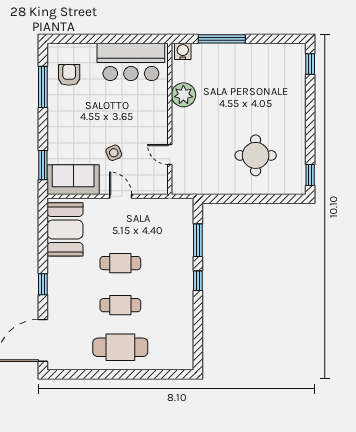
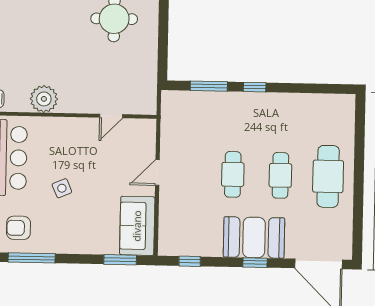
side table: (114, 153) -> (62, 188), moved
window: (43, 227) -> (190, 261), added
booth: (65, 229) -> (254, 237), moved

